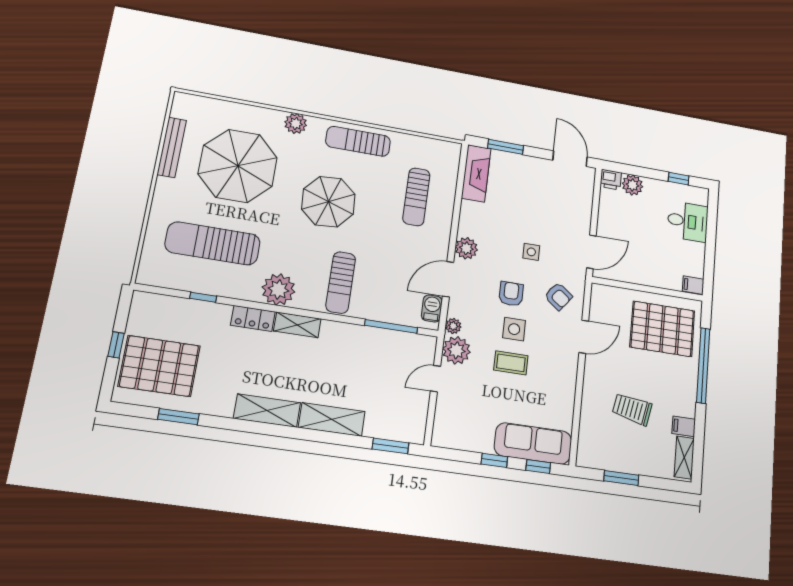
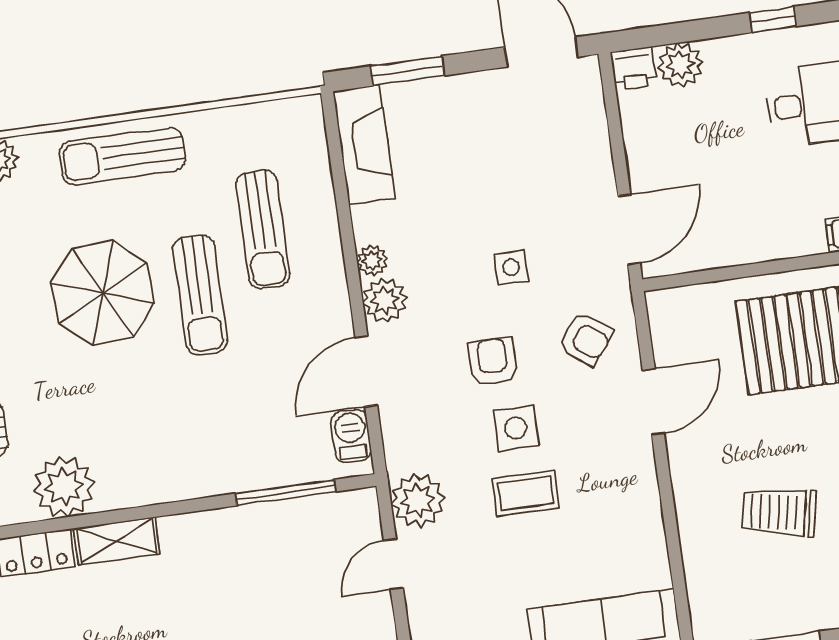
sun lounger: (341, 282) -> (200, 295), moved
plant: (453, 326) -> (372, 261), moved

